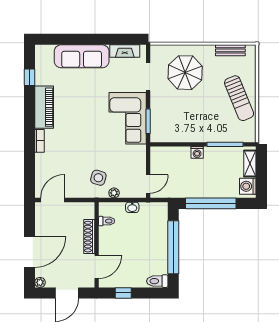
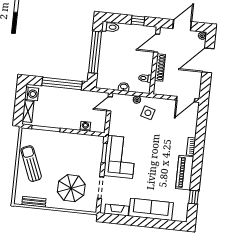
washing machine: (197, 152) -> (85, 126), moved

